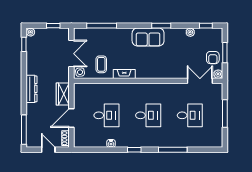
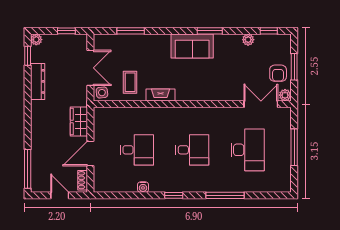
window: (102, 26) -> (131, 31), width x0.69
dresser: (32, 89) -> (38, 81), moved
desk: (190, 115) -> (248, 150), width x1.37

